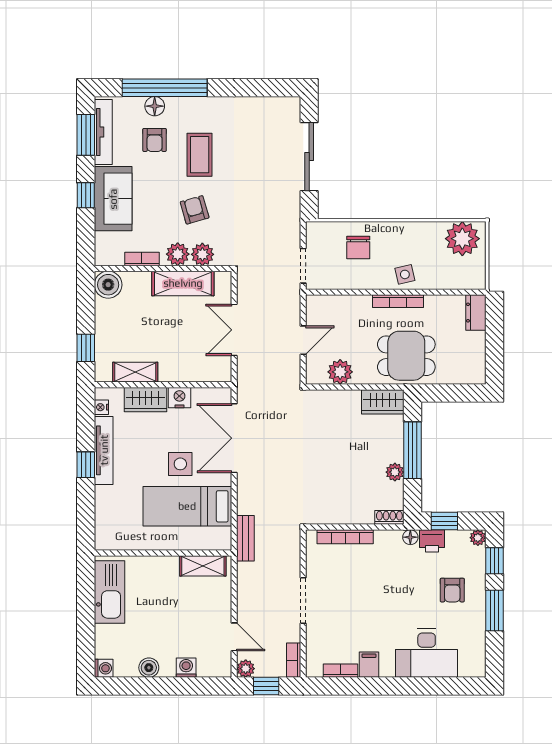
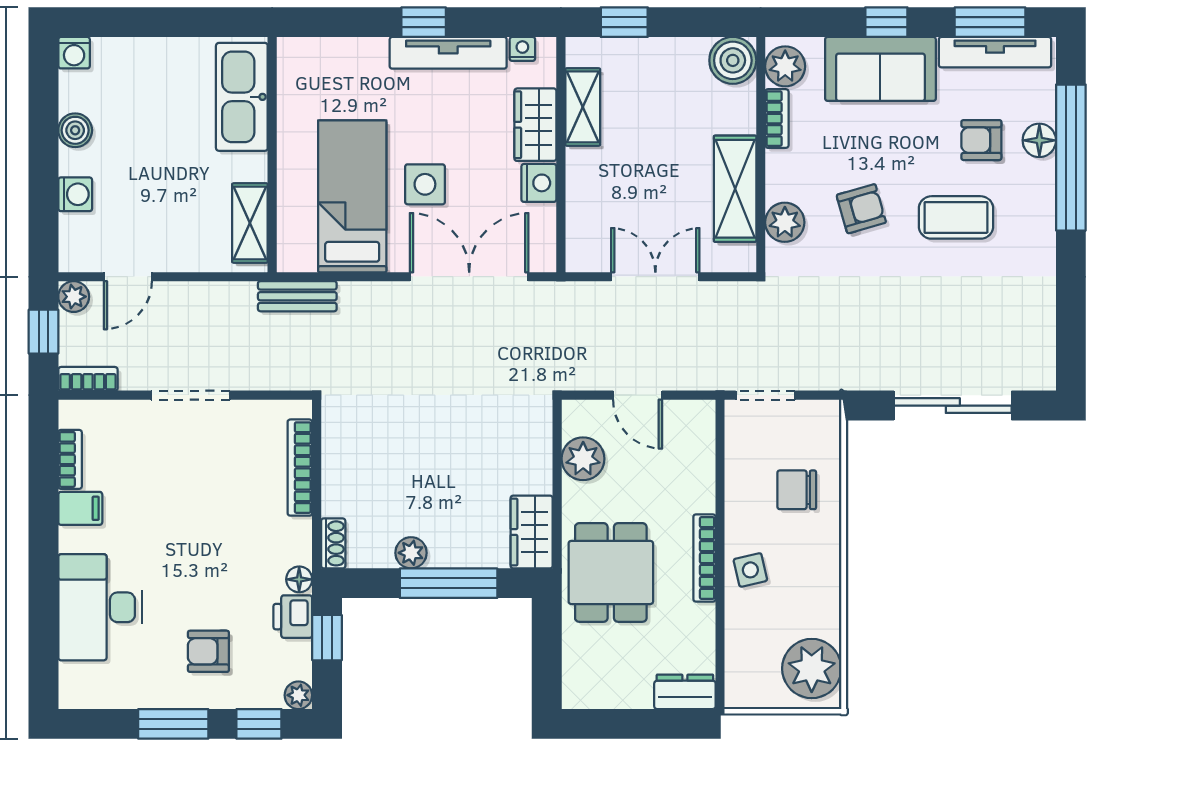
plant: (178, 254) -> (785, 66), moved
kitchen sink: (110, 592) -> (242, 97), moved, turned 90

